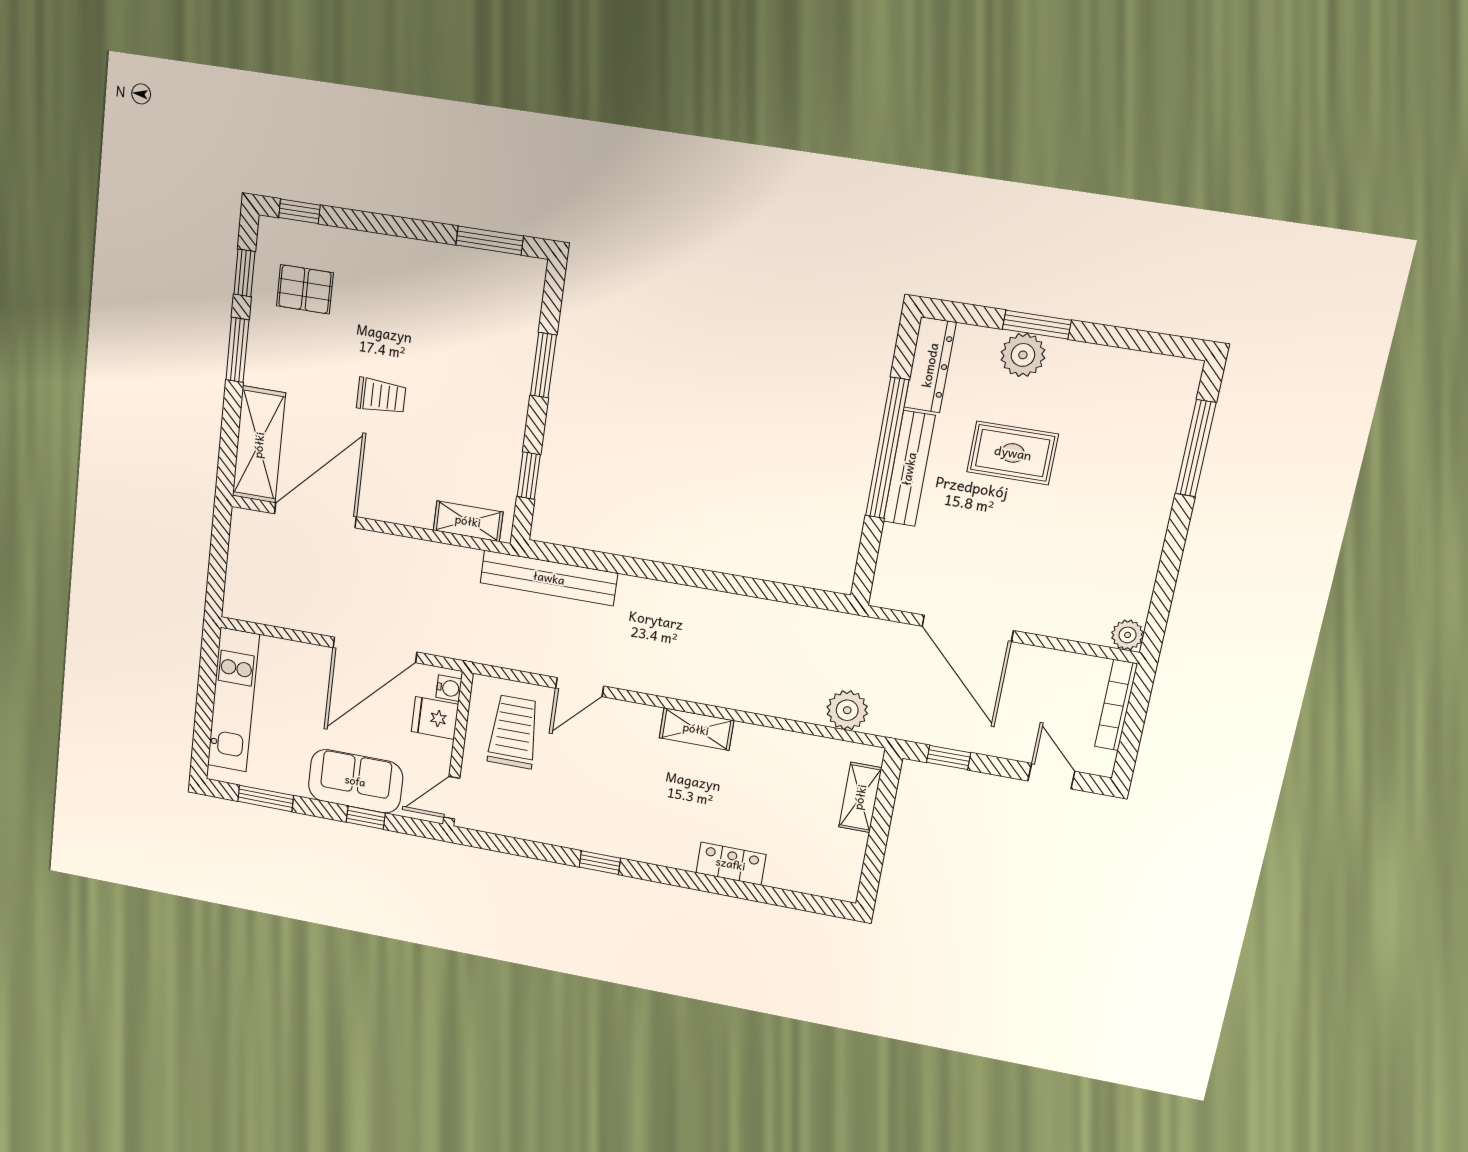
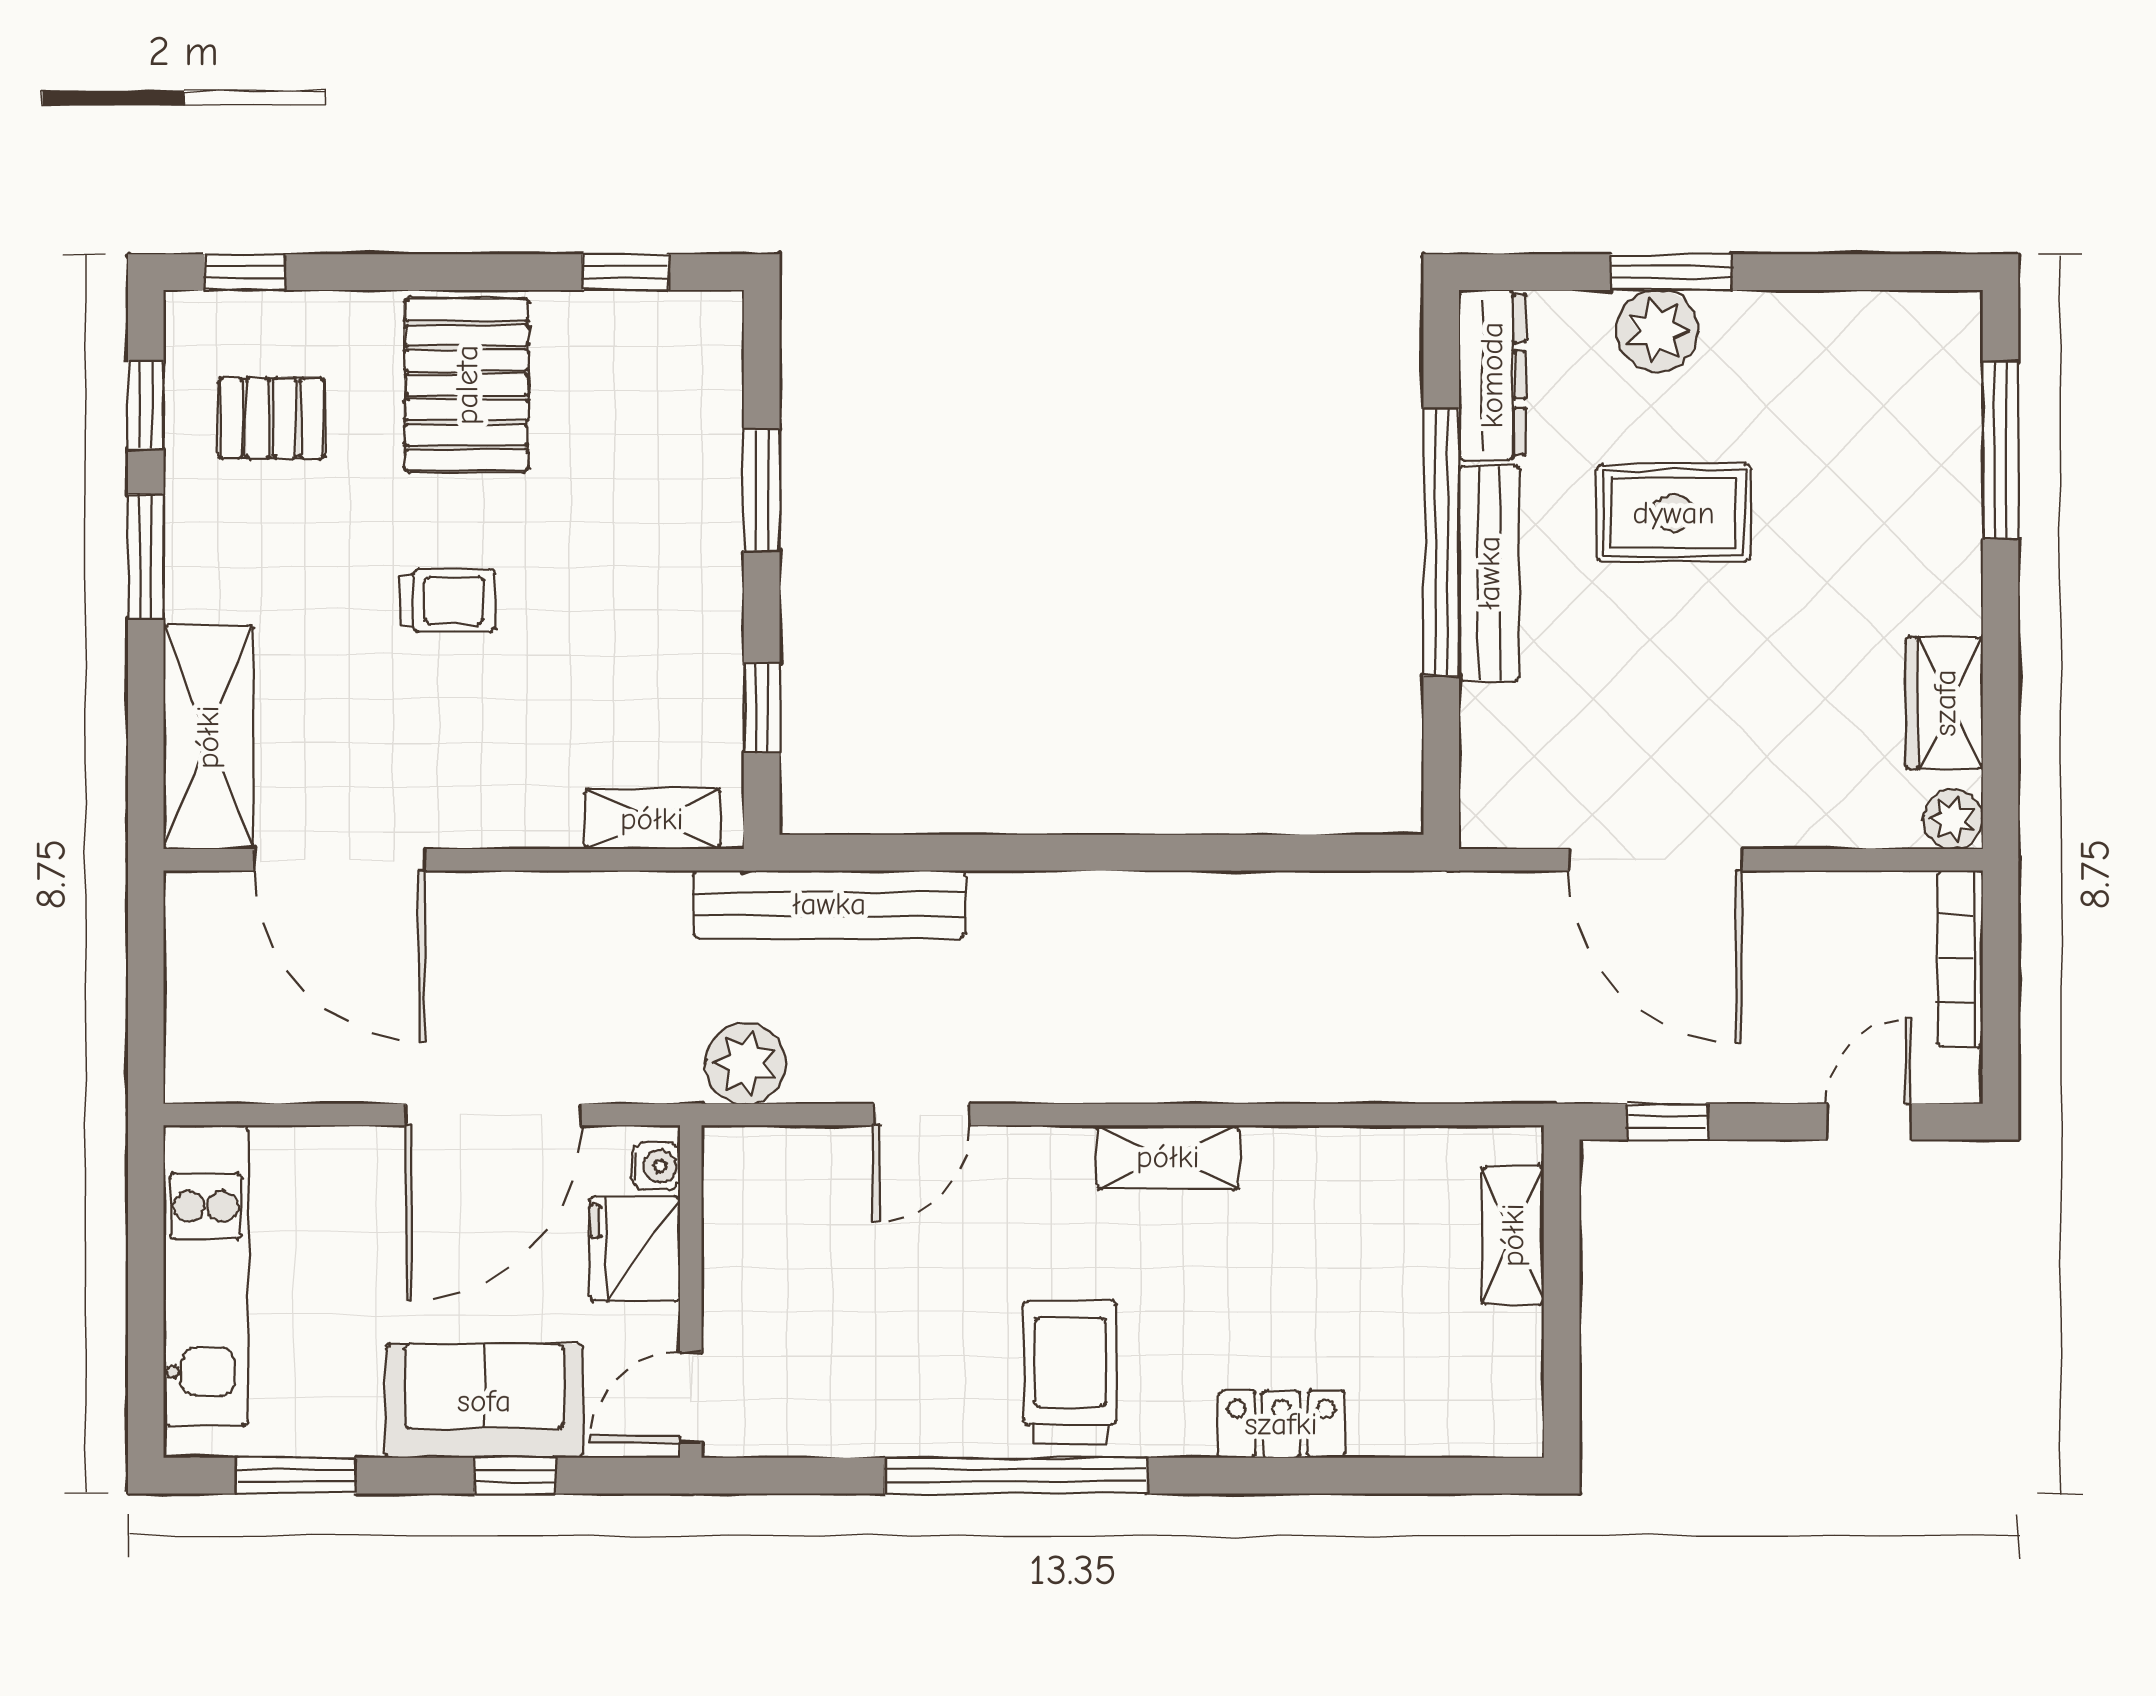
window: (490, 241) -> (626, 272), width x0.67
pallet: (403, 287) -> (467, 385), added
door: (315, 515) -> (340, 860), swing flipped
wardrobe: (1136, 575) -> (1945, 703), added
plant: (847, 710) -> (745, 1063), moved
fridge: (435, 718) -> (635, 1249), width x1.38
trolley: (514, 732) -> (1070, 1372), moved
door: (1051, 776) -> (1869, 1122), hinge flipped
window: (600, 863) -> (1016, 1476), width x3.17

